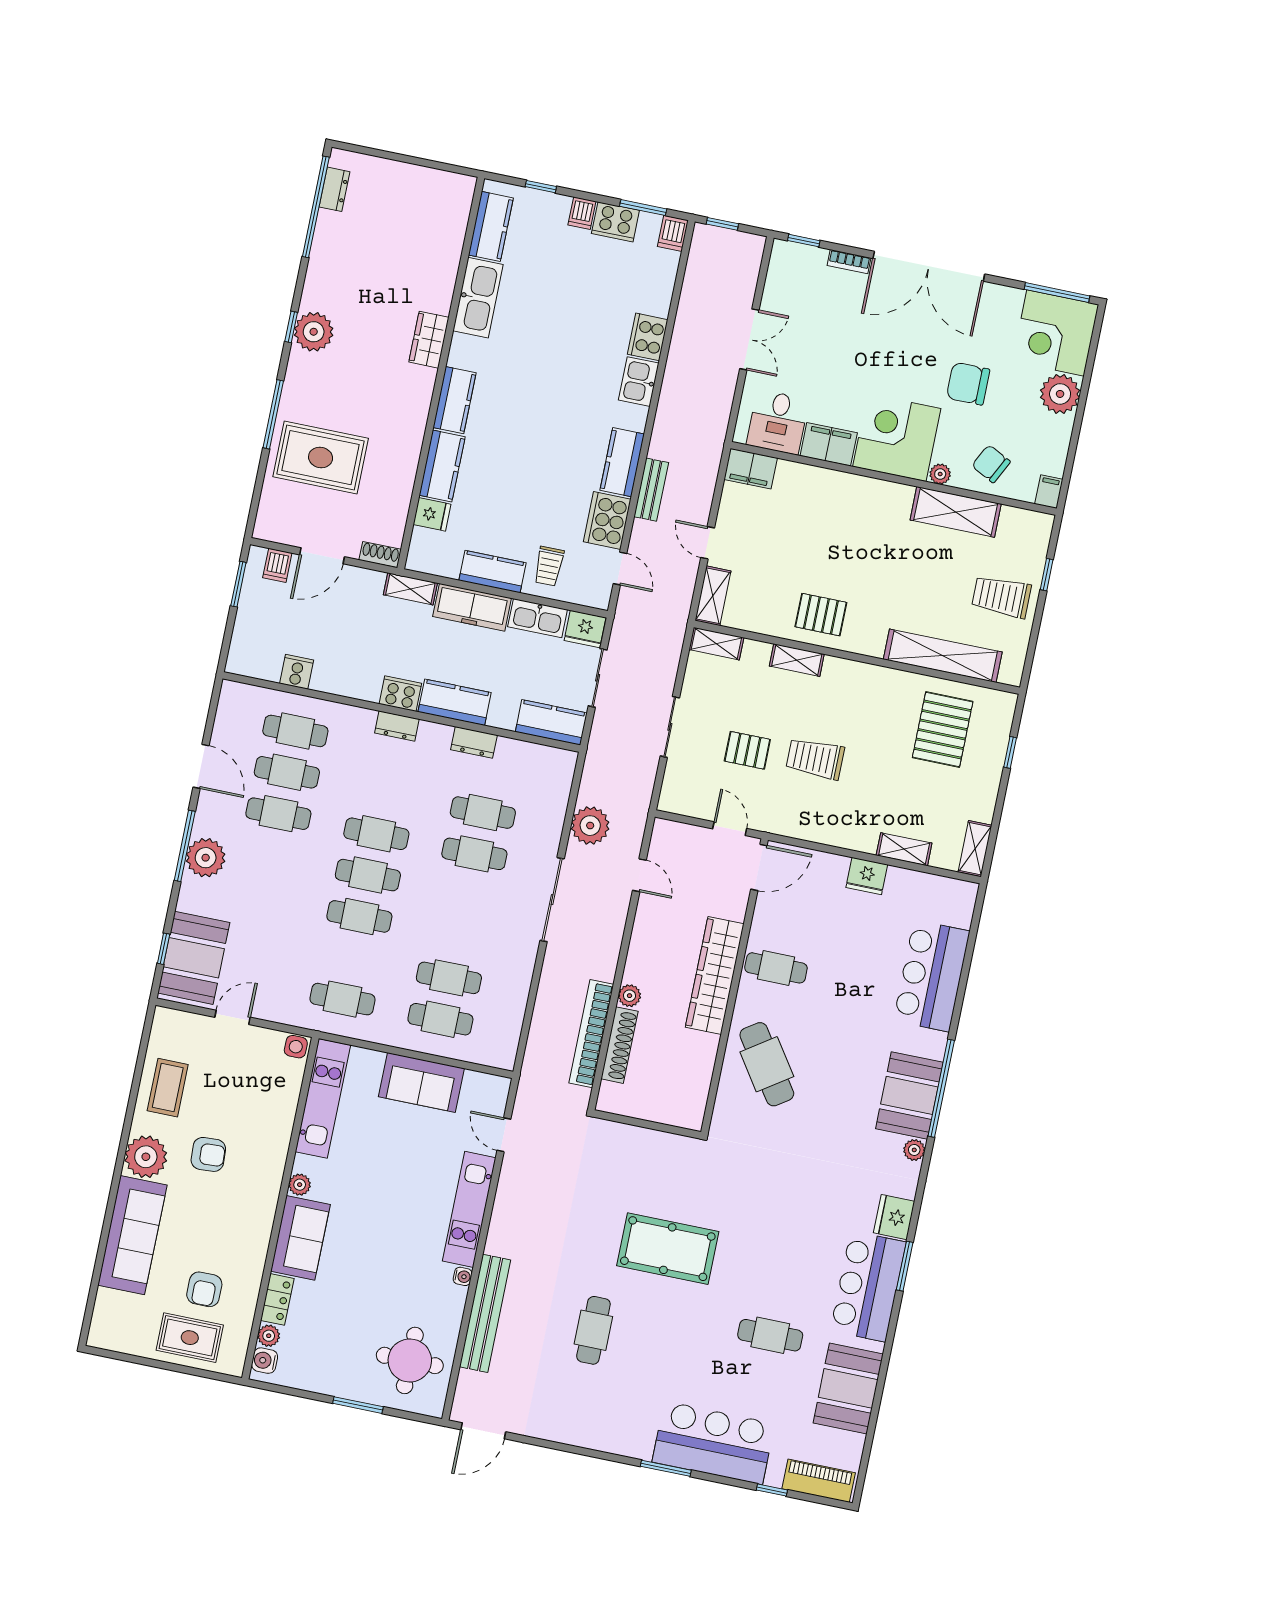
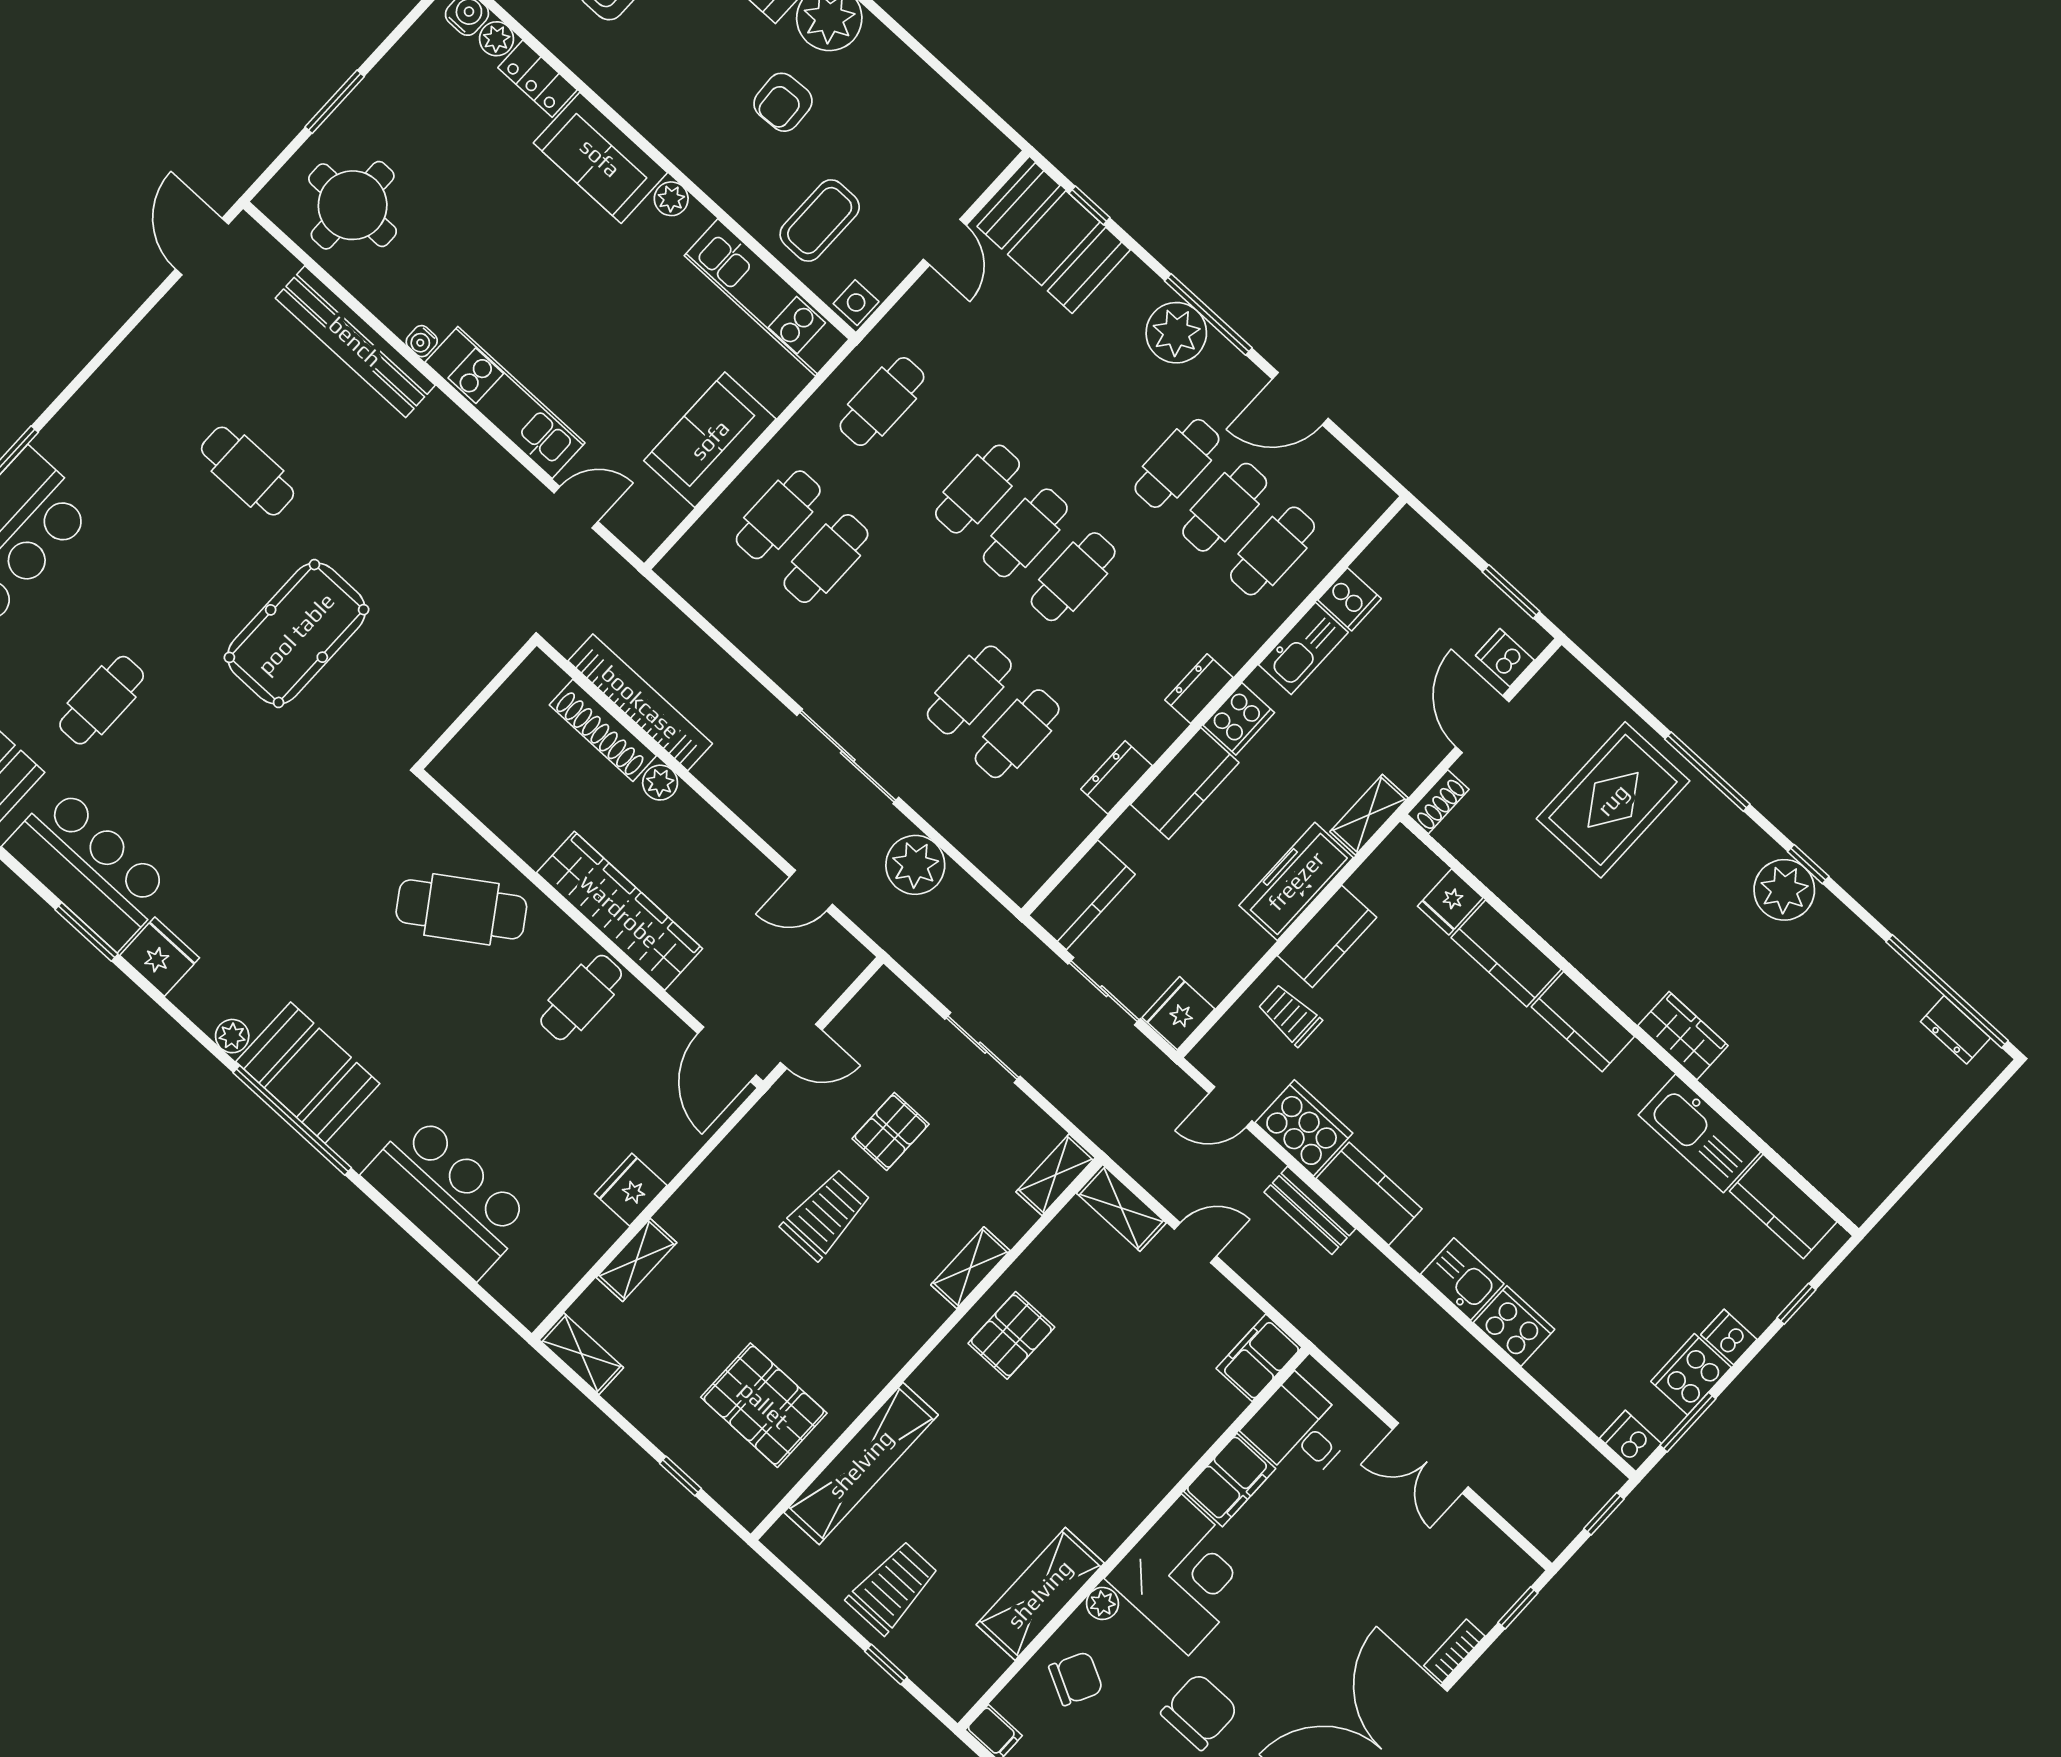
kitchen sink: (538, 618) -> (1303, 648), moved, turned 180
coffee table: (168, 1088) -> (820, 221), moved, turned 90

